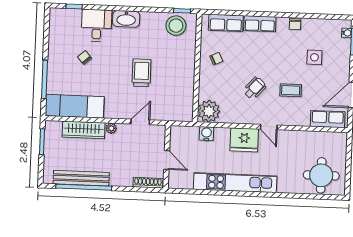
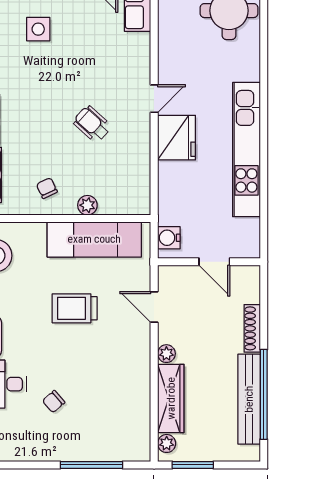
coffee table: (291, 90) -> (93, 66), removed
exam couch: (75, 106) -> (94, 239), moved, turned -90
plant: (209, 111) -> (87, 205), moved, width x0.53, depth x0.53
plant: (56, 126) -> (167, 443), added
water cooler: (206, 134) -> (169, 238), moved
door: (167, 160) -> (214, 262), swing flipped
shoe rack: (148, 183) -> (252, 328), moved

